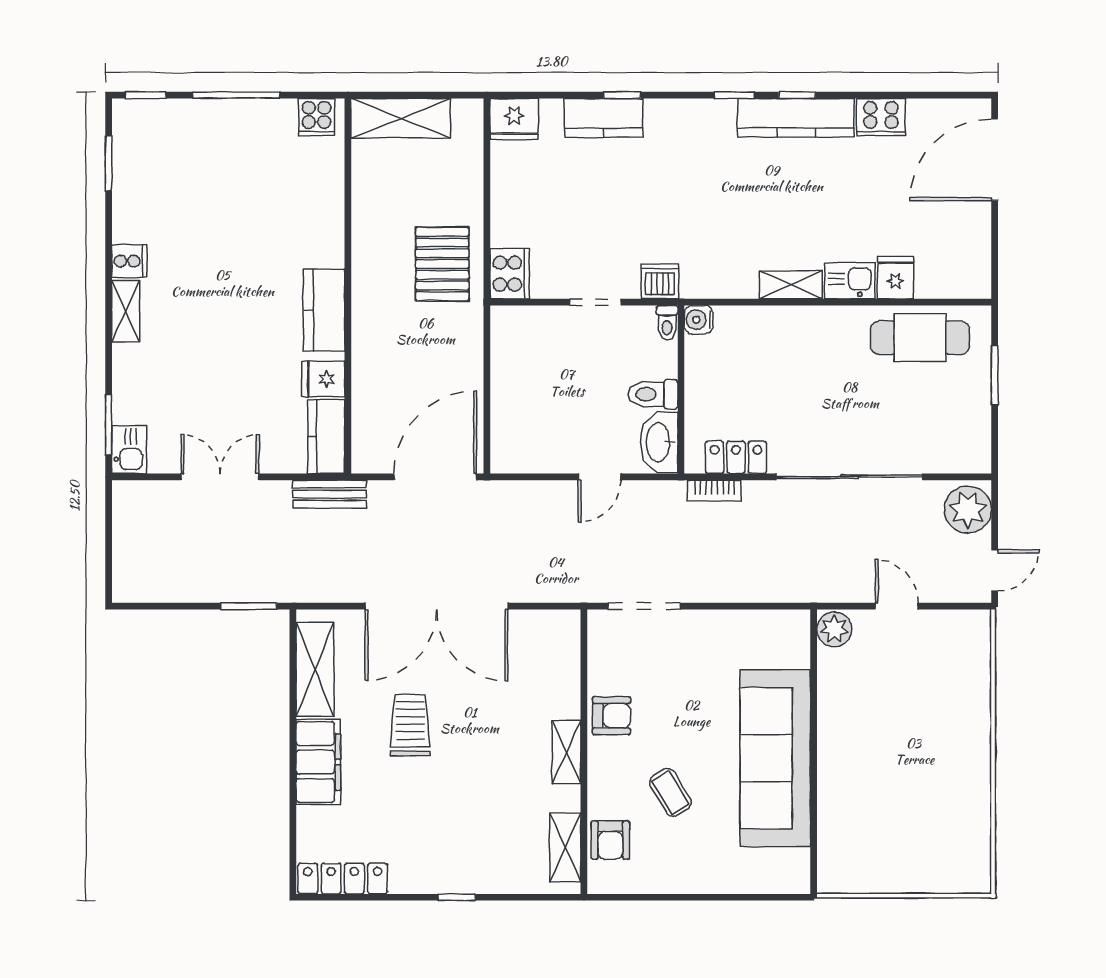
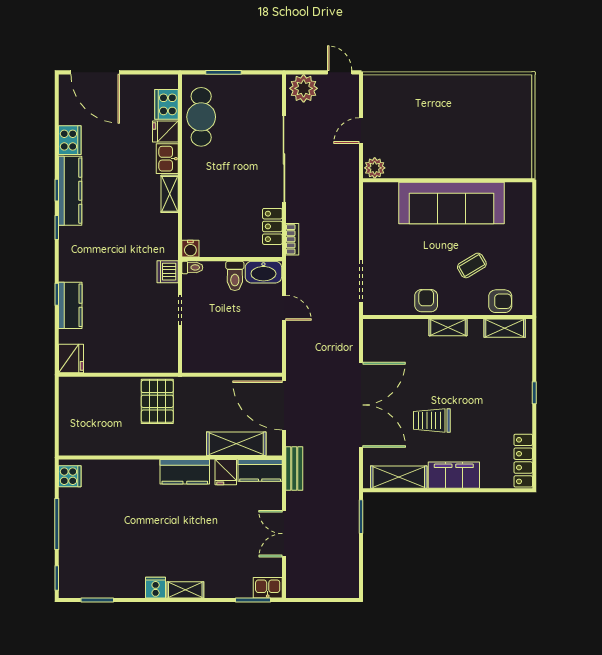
shelving: (401, 118) -> (236, 444), moved, turned 90
pallet: (442, 264) -> (157, 401), turned 90
cooker: (510, 274) -> (166, 104), moved, turned -90

